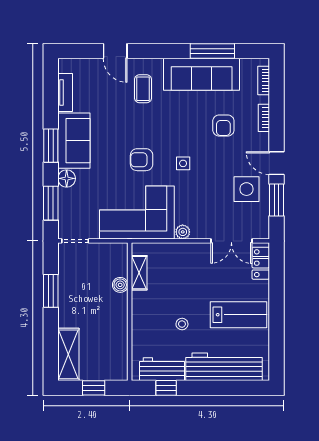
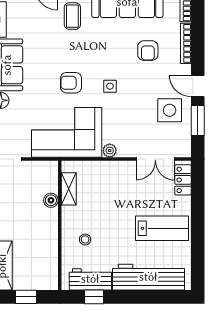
bookcase: (264, 118) -> (186, 43), width x1.56
stool: (182, 324) -> (85, 239), moved

